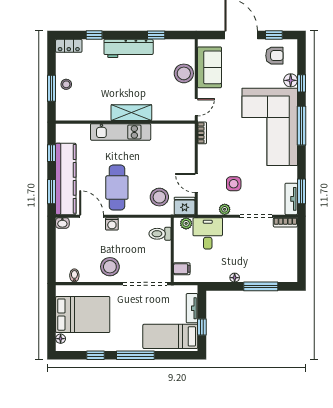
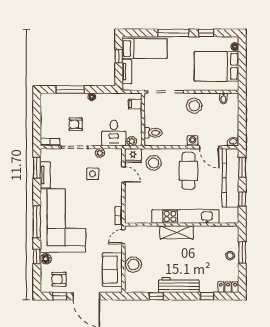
kitchen unit: (121, 132) -> (185, 216), width x1.36
tv unit: (291, 199) -> (45, 175), moved
armchair: (254, 244) -> (76, 124), added

